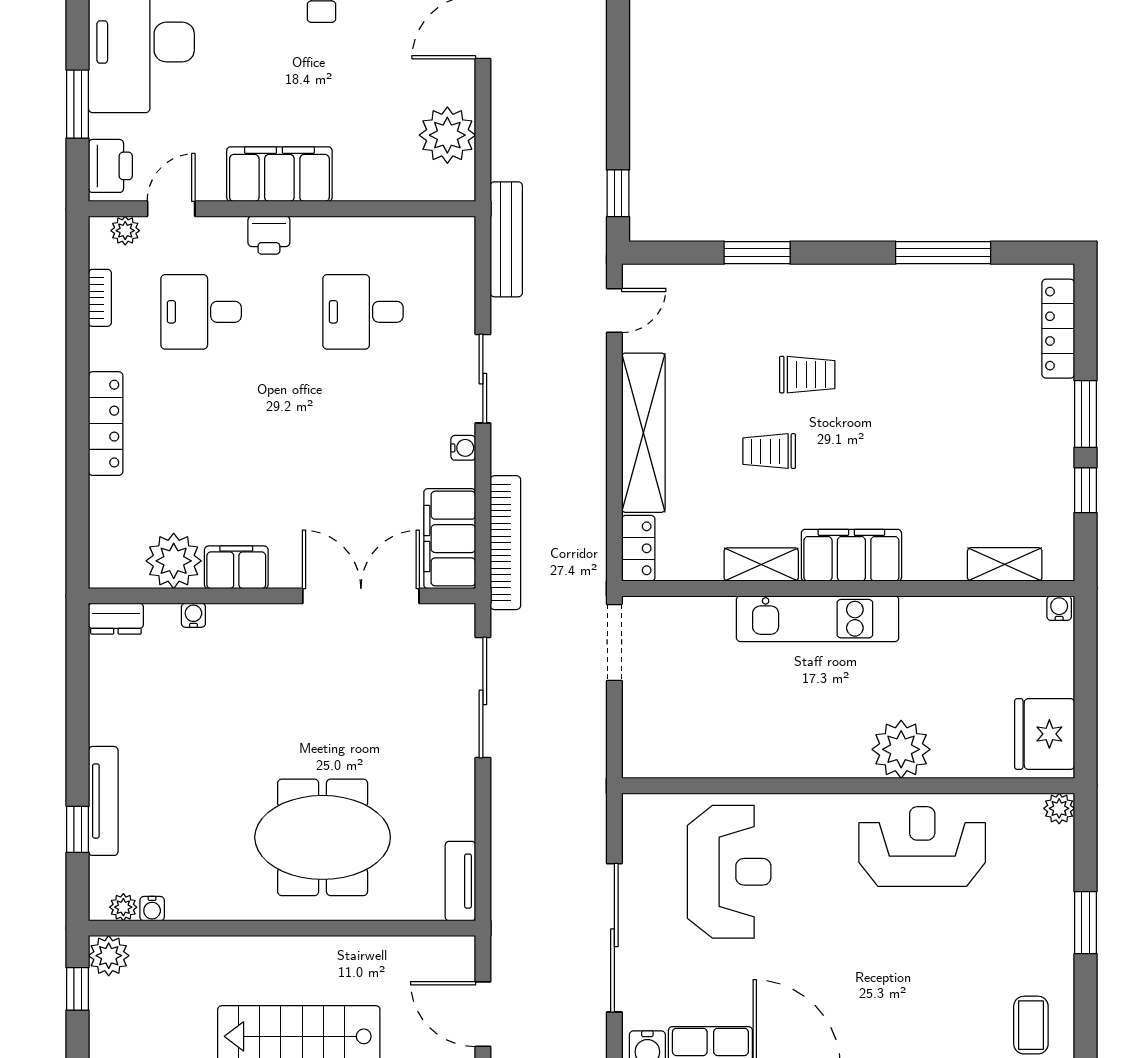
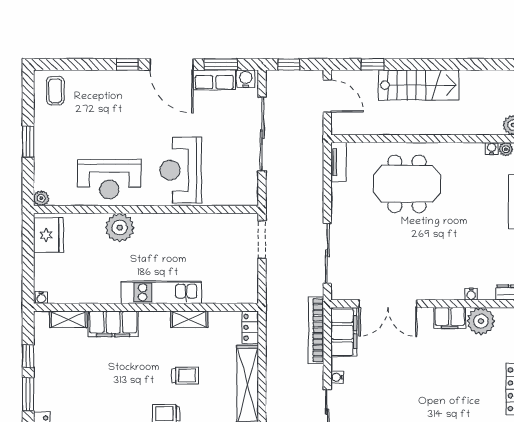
filing cabinet: (851, 555) -> (113, 324), moved
doorway: (614, 643) -> (262, 240), moved
reception desk: (729, 872) -> (181, 170), moved

